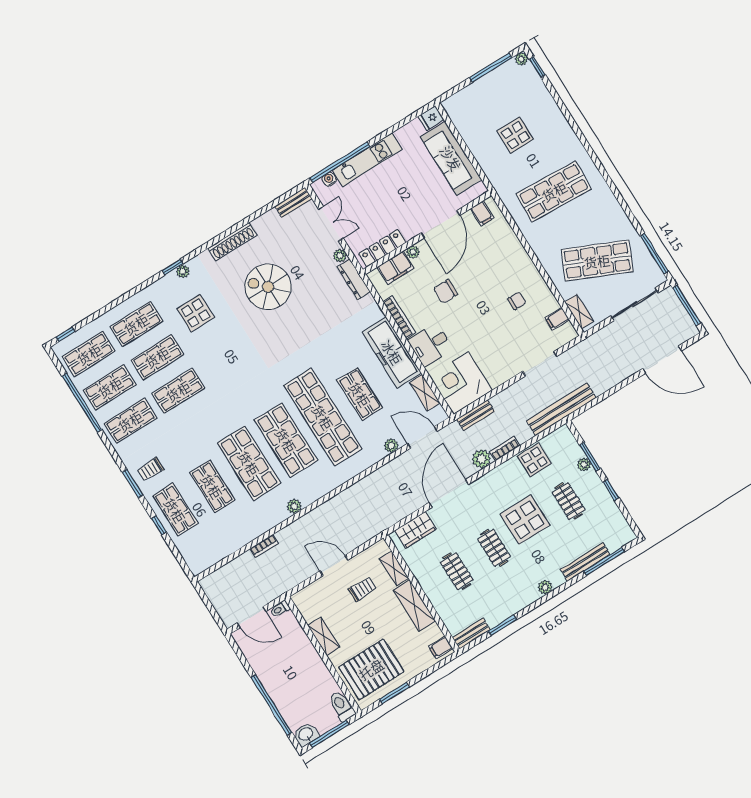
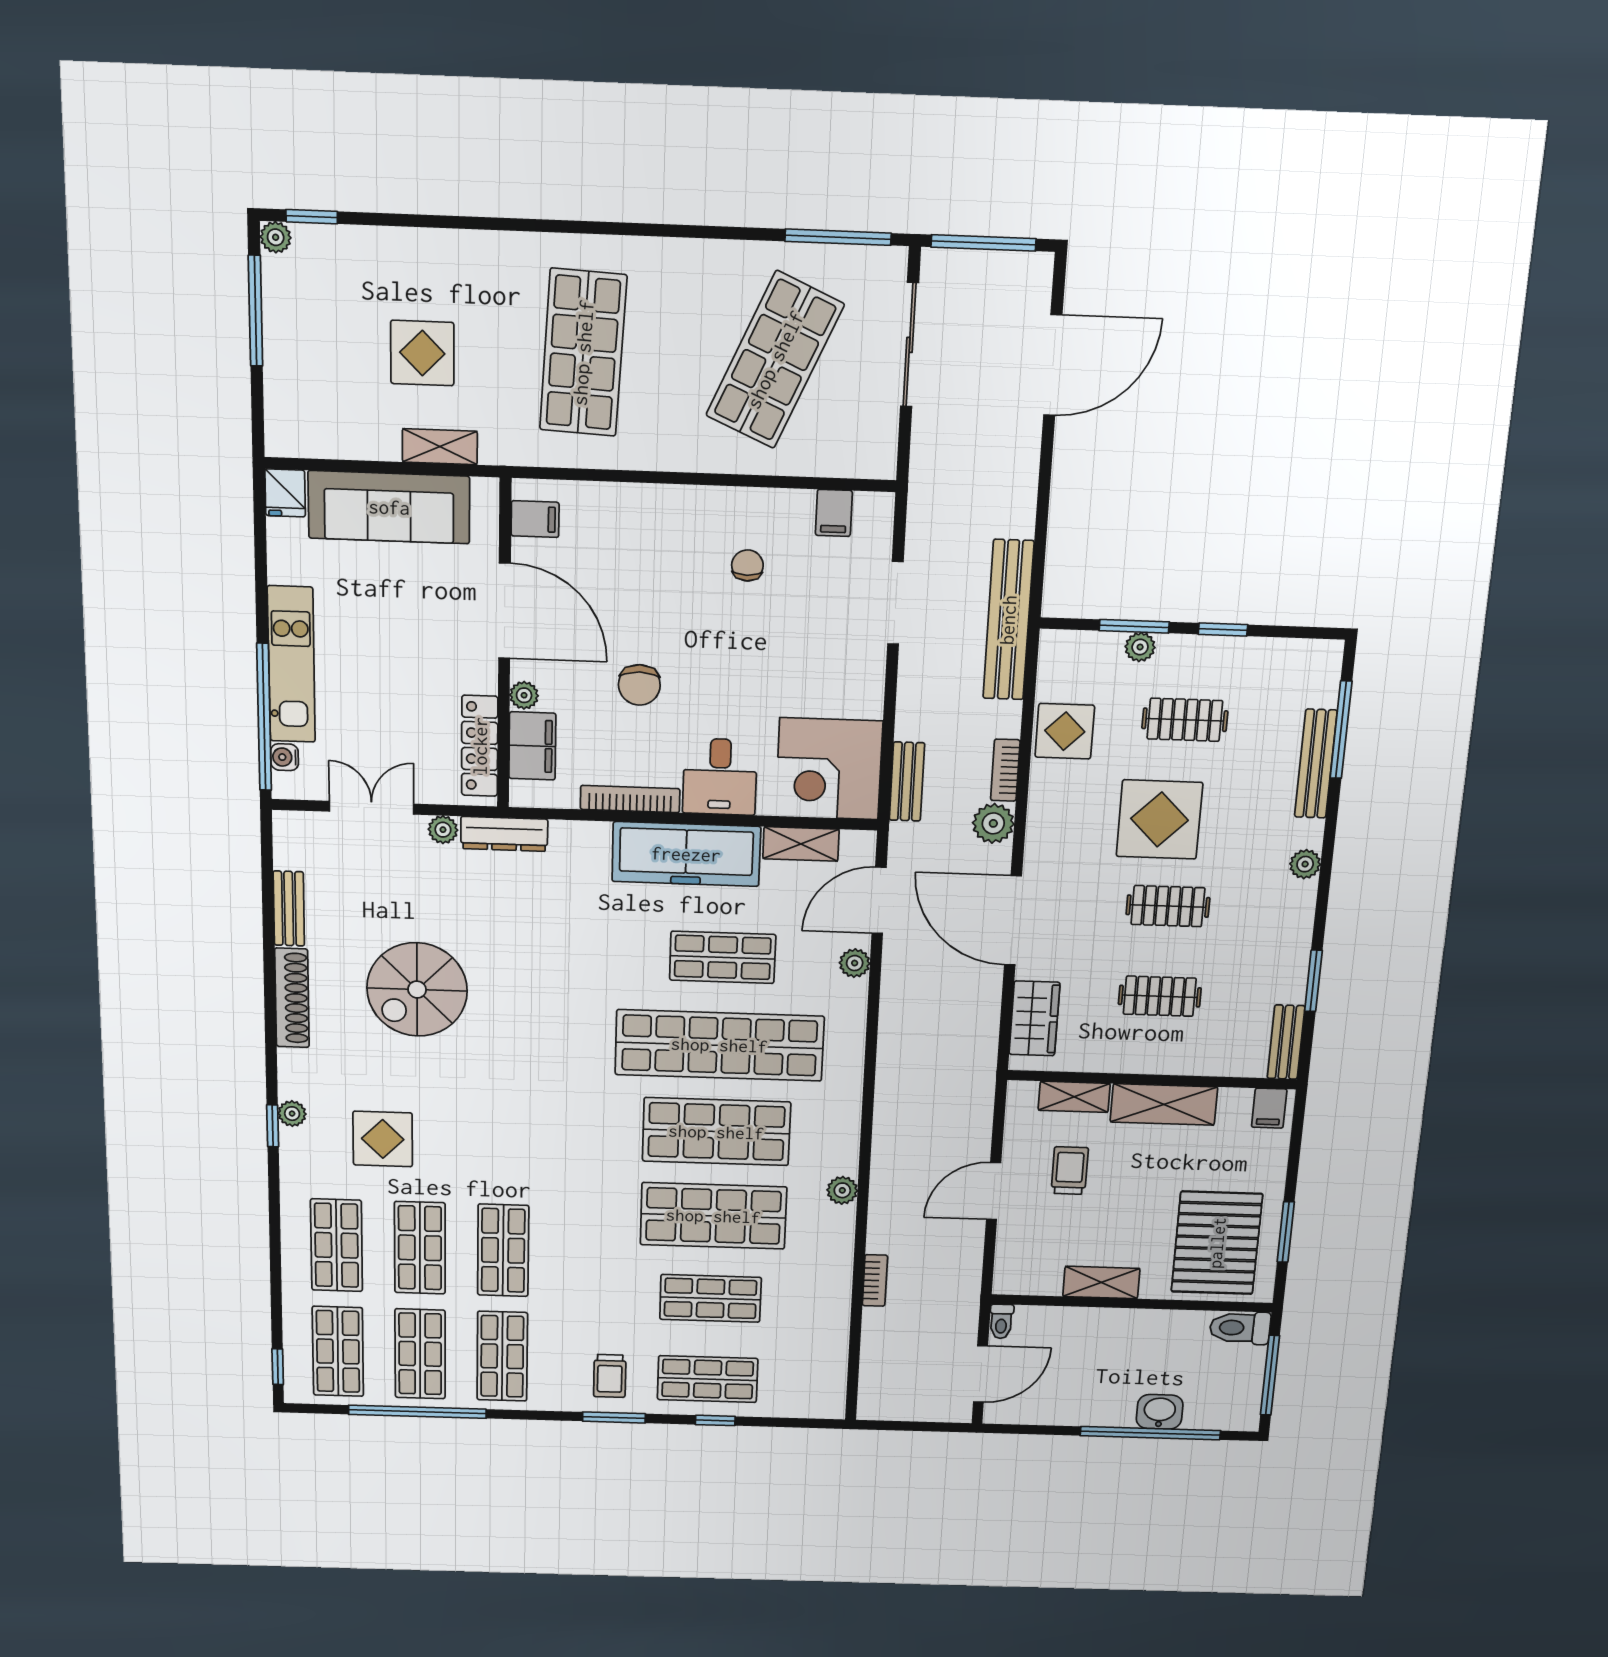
bench: (293, 202) -> (289, 909), moved
shelving: (579, 312) -> (440, 447), moved
washbasin: (306, 734) -> (1160, 1412), moved, turned 90

